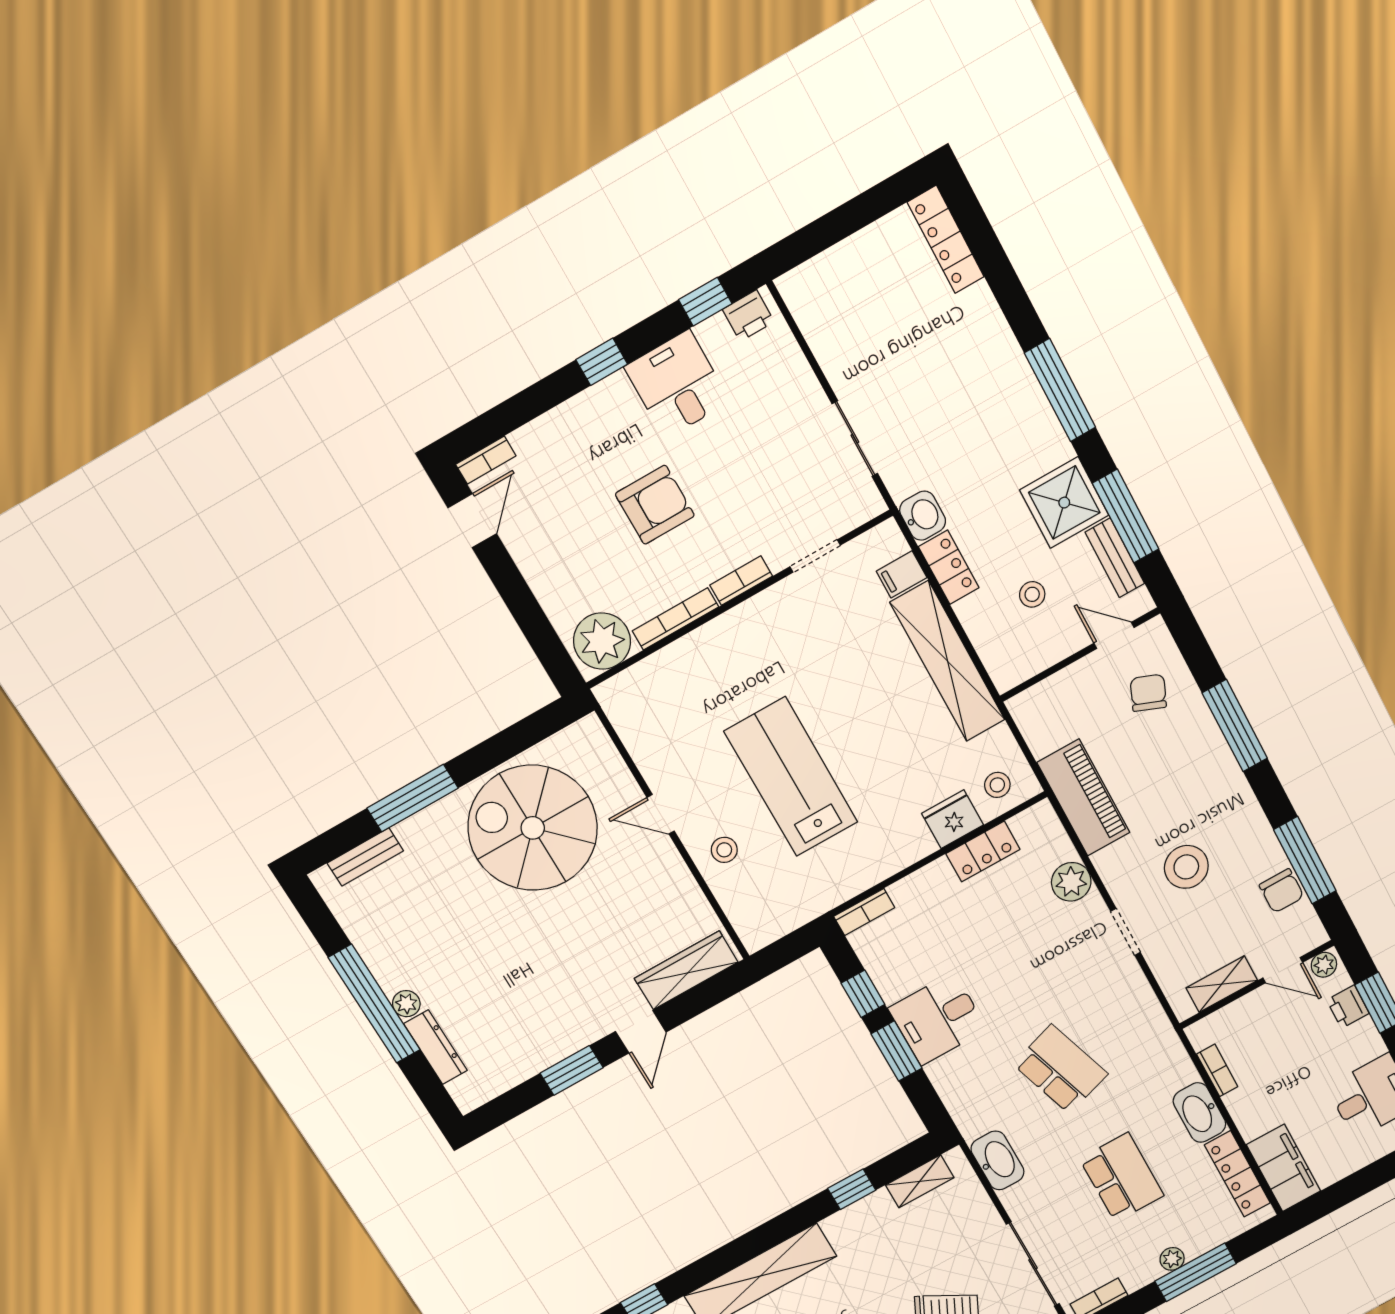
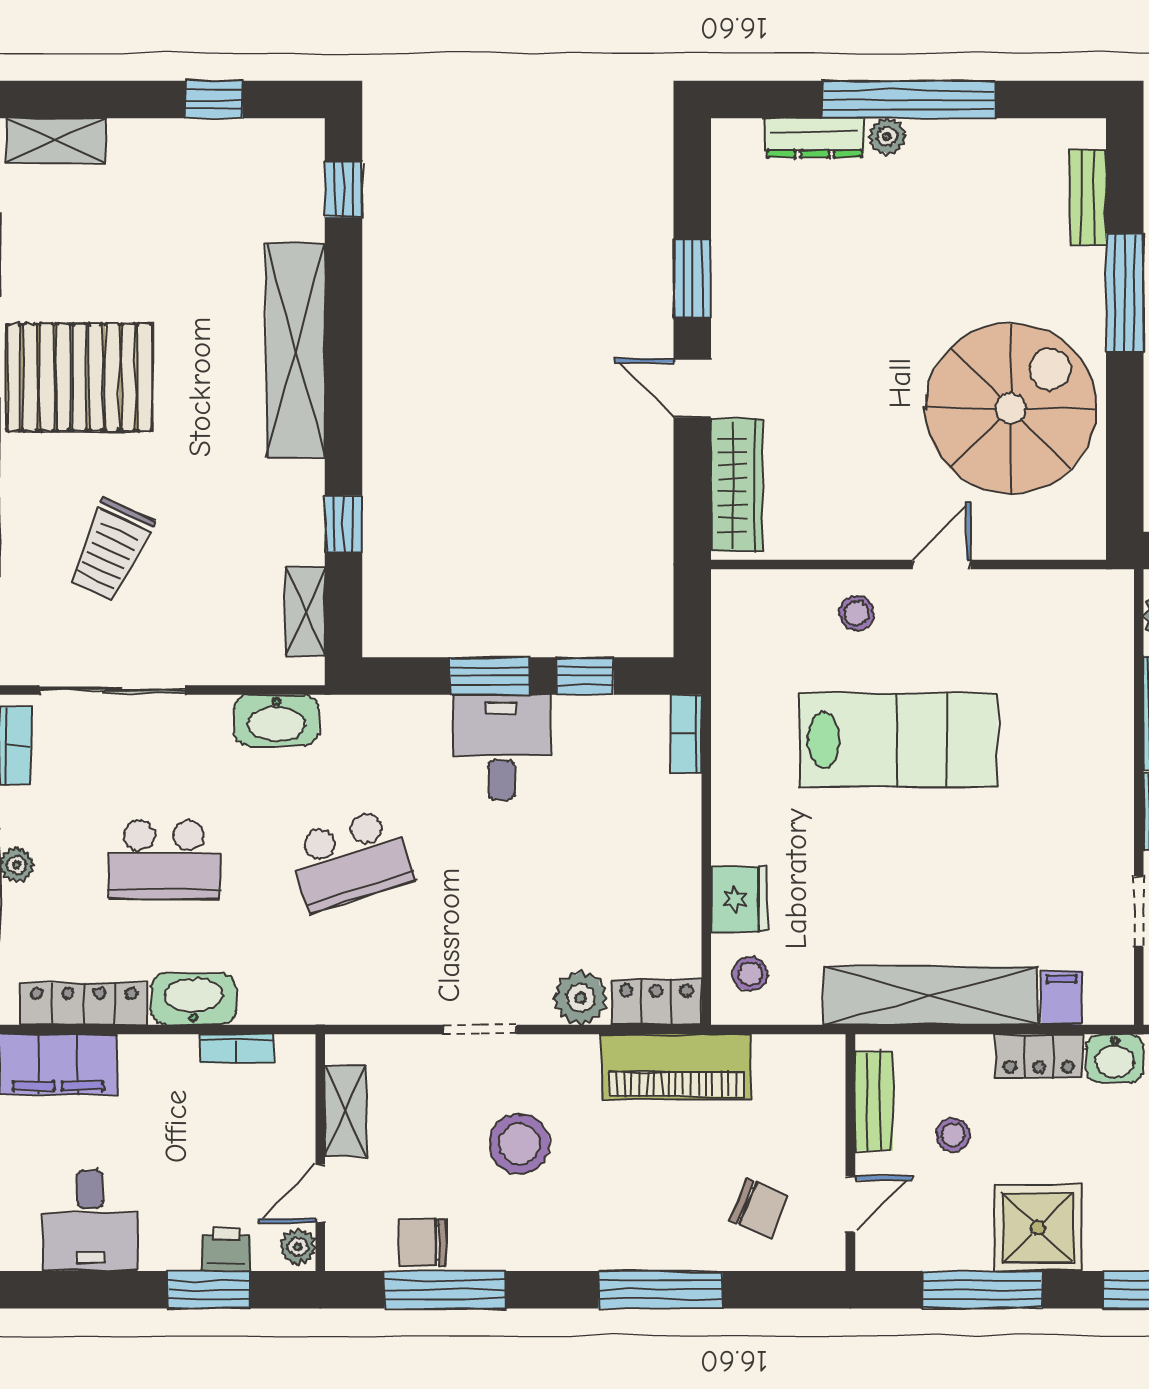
bench: (1115, 558) -> (874, 1101), moved, turned 90
locker: (983, 852) -> (656, 1002), moved, turned 90

